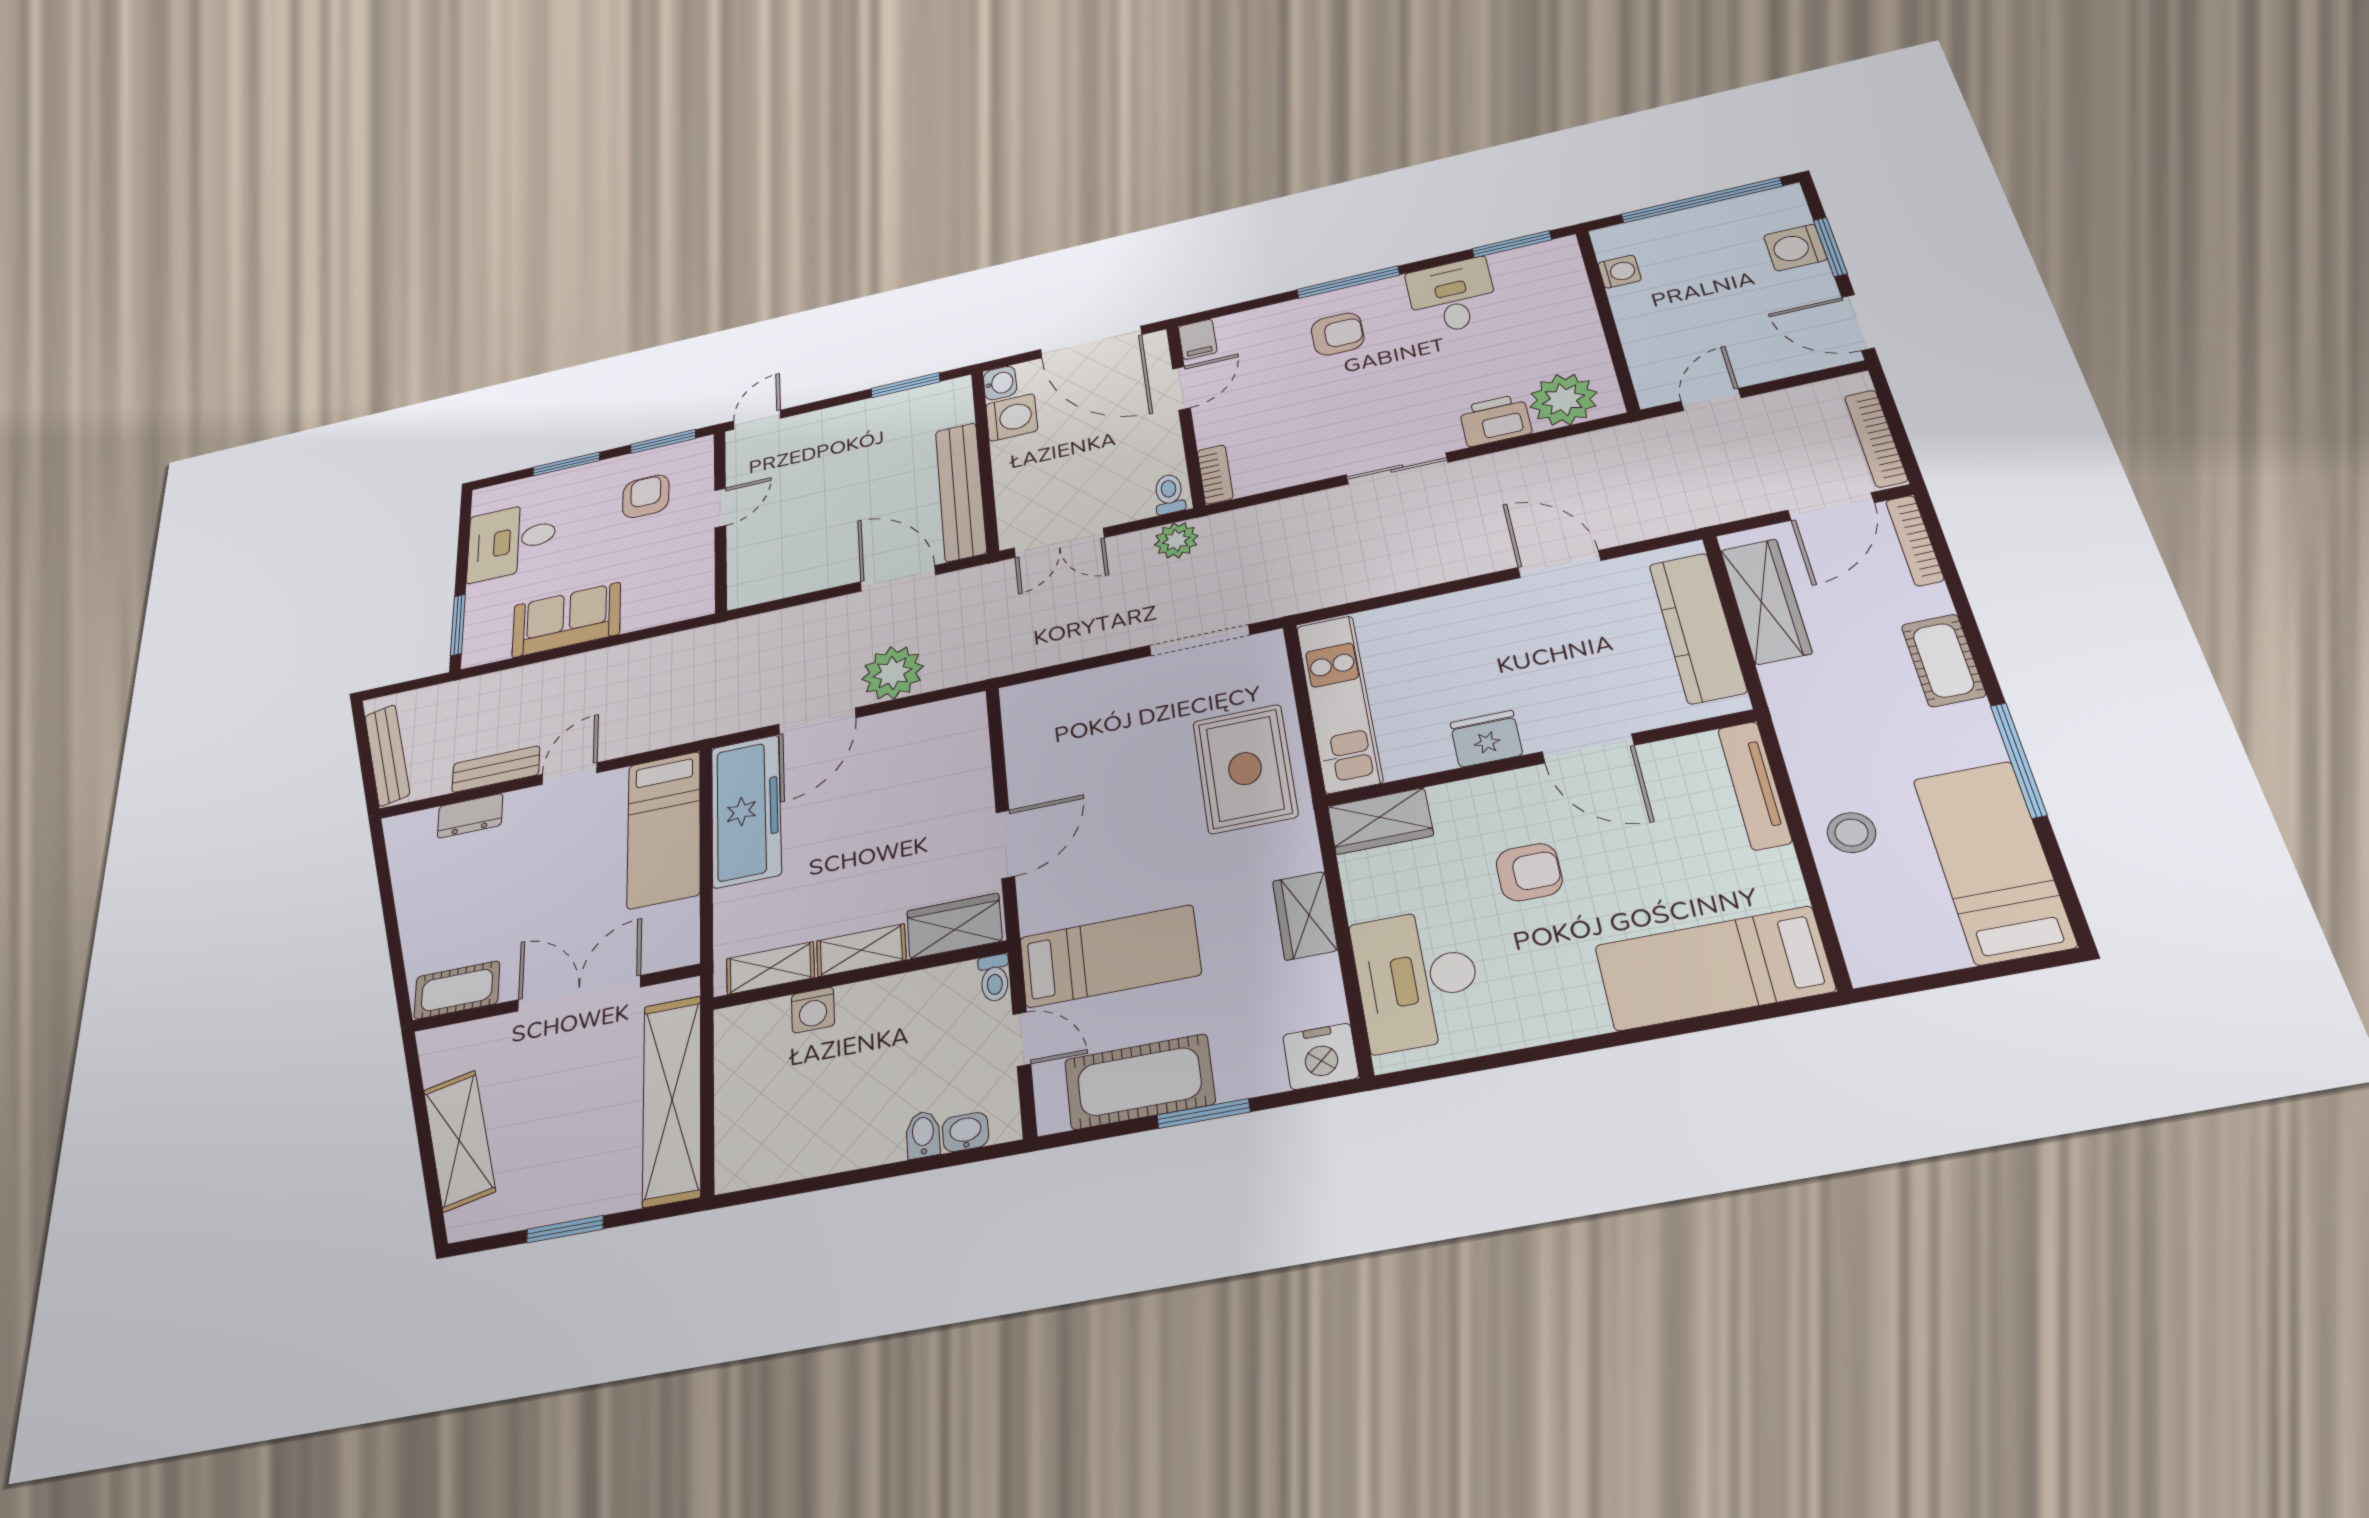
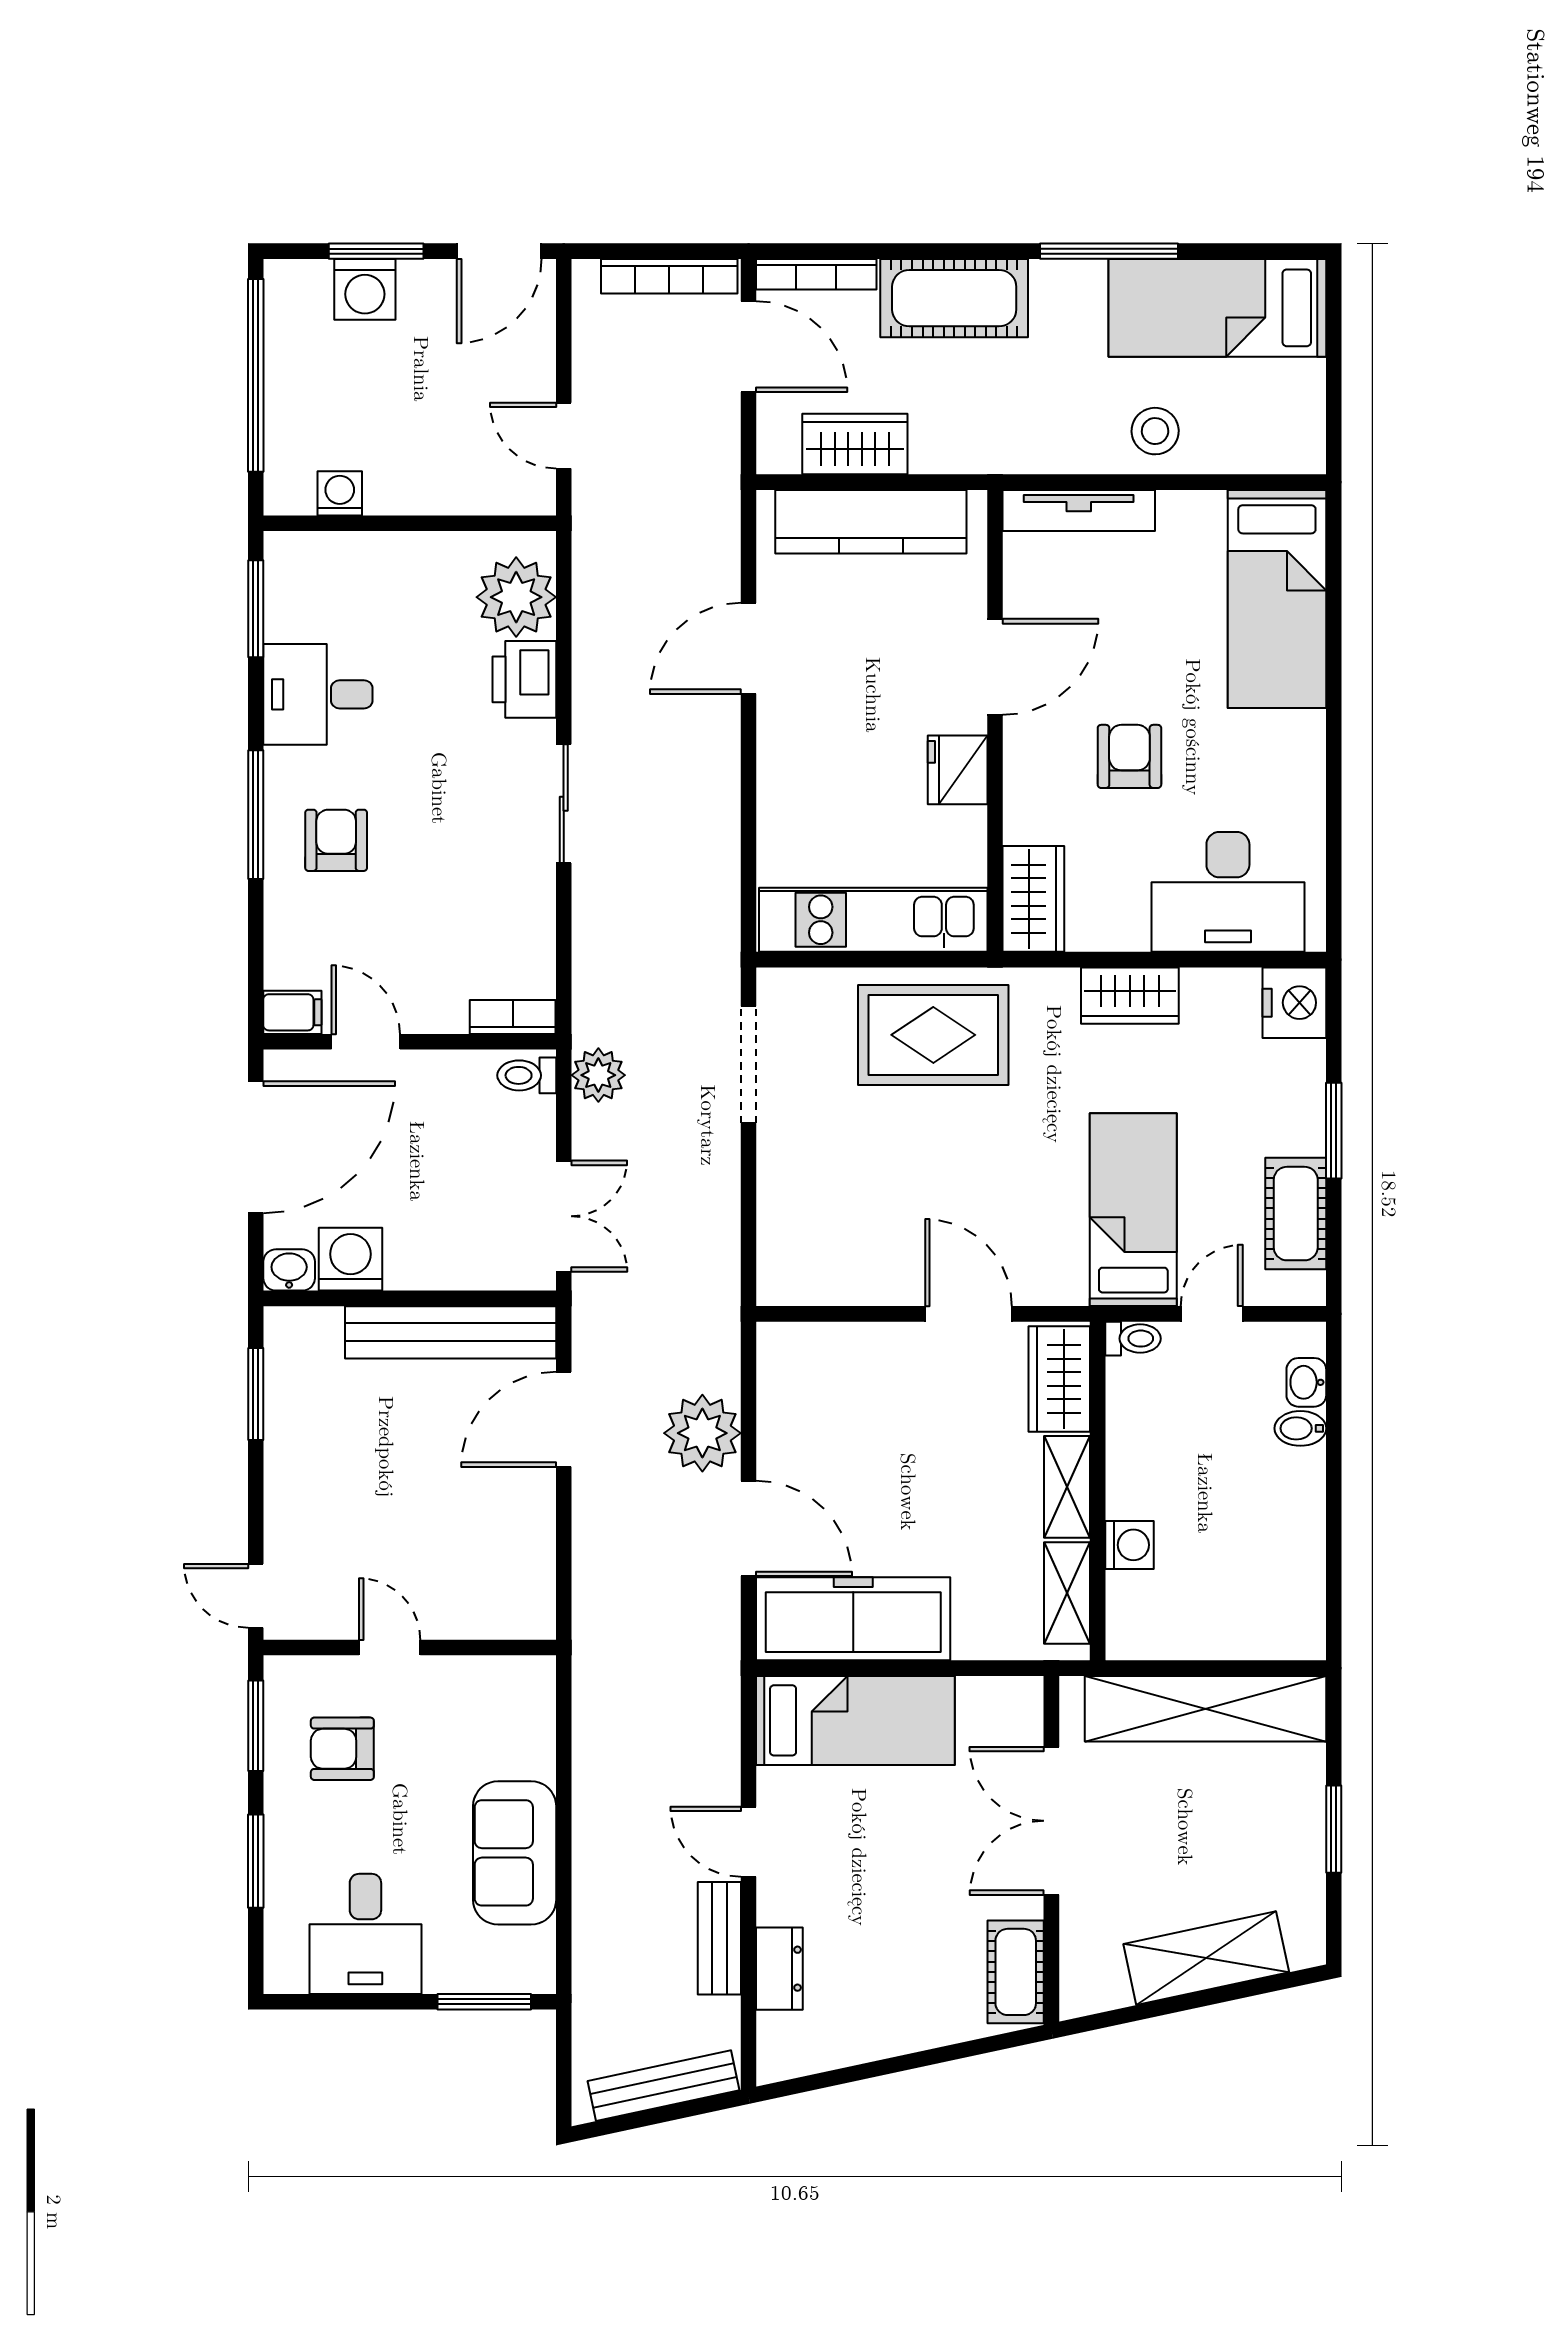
wardrobe: (1766, 601) -> (855, 444), width x0.67
cot: (1943, 660) -> (954, 298), width x1.37, depth x1.34
cot: (1139, 1082) -> (1296, 1214), width x0.73, depth x0.75

